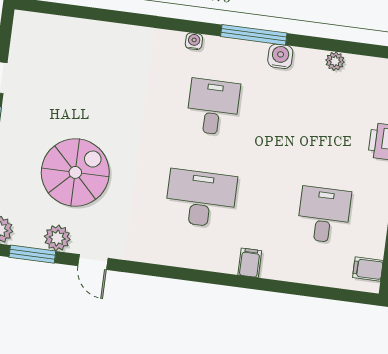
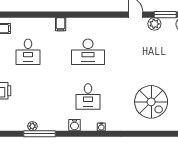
window: (254, 35) -> (40, 134), moved
water cooler: (280, 56) -> (74, 125), moved
spiral stairs: (75, 172) -> (151, 102), moved, turned -90

